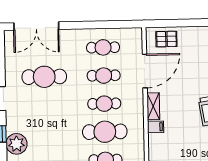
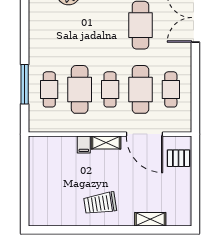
pallet: (166, 39) -> (179, 158), turned 90
cafe table: (104, 76) -> (140, 89), width x1.37, depth x1.35

